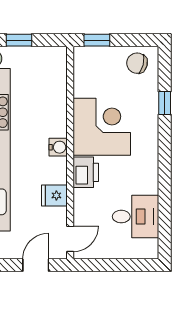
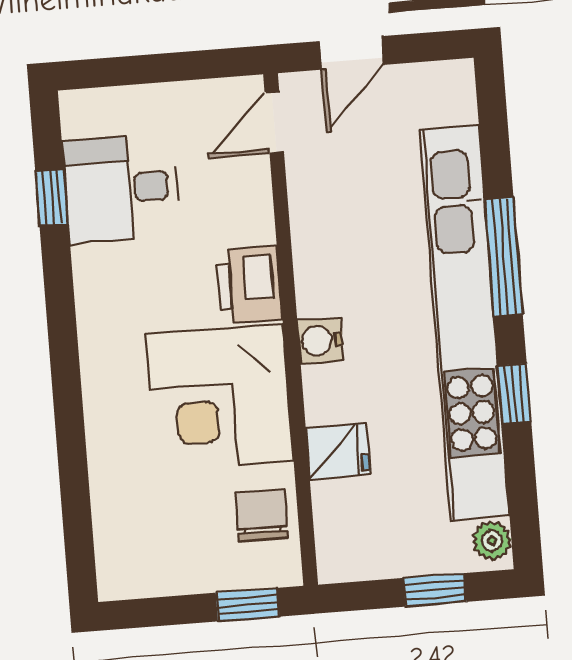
chair: (137, 63) -> (262, 515), moved, turned -104
window: (165, 103) -> (52, 198), moved
fridge: (54, 195) -> (338, 451), moved

